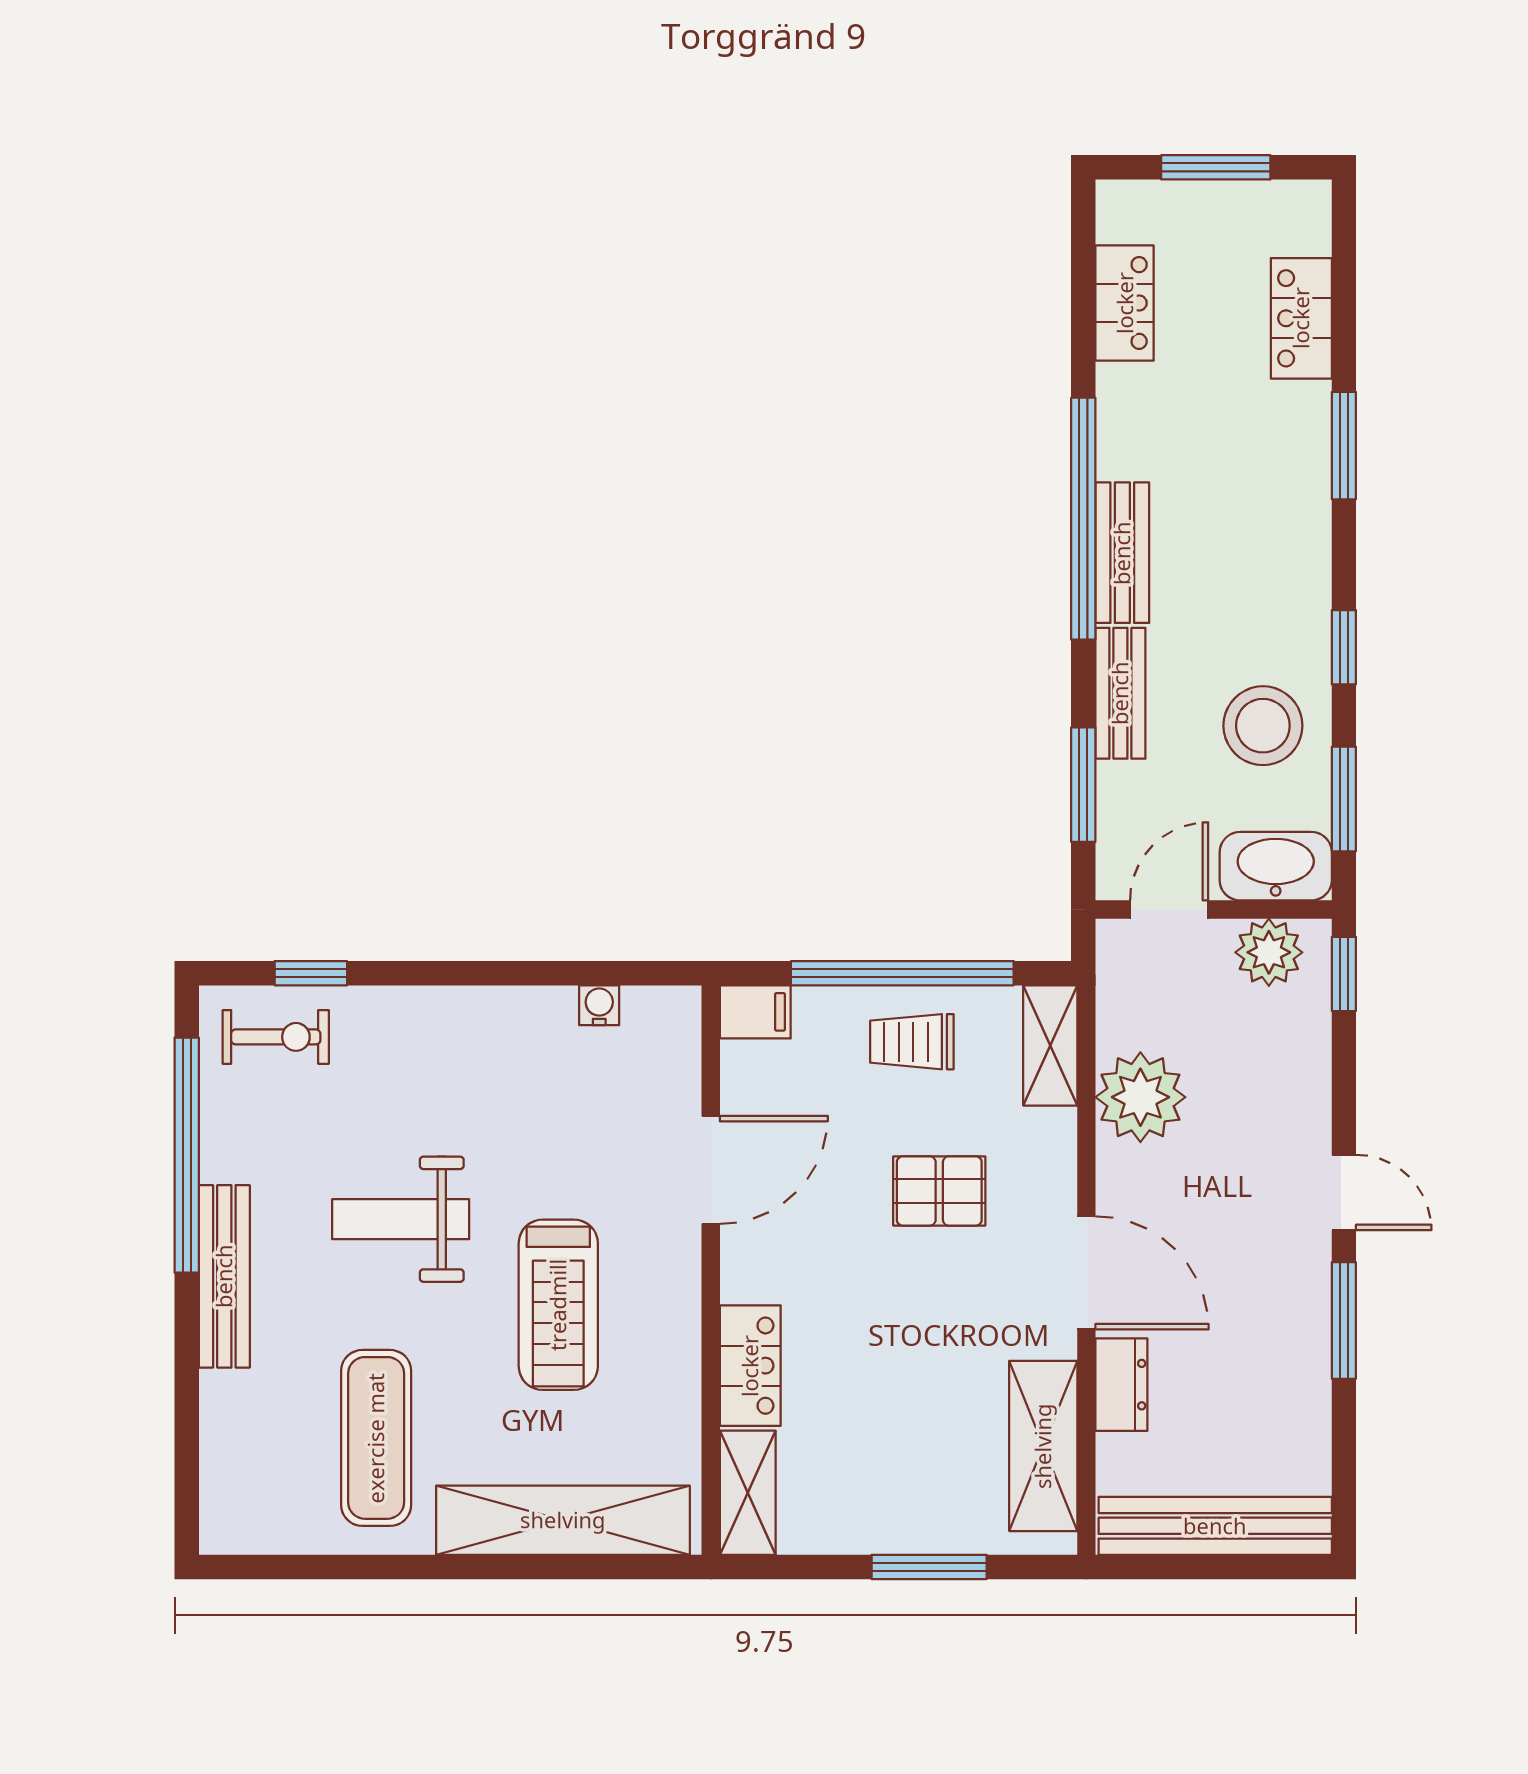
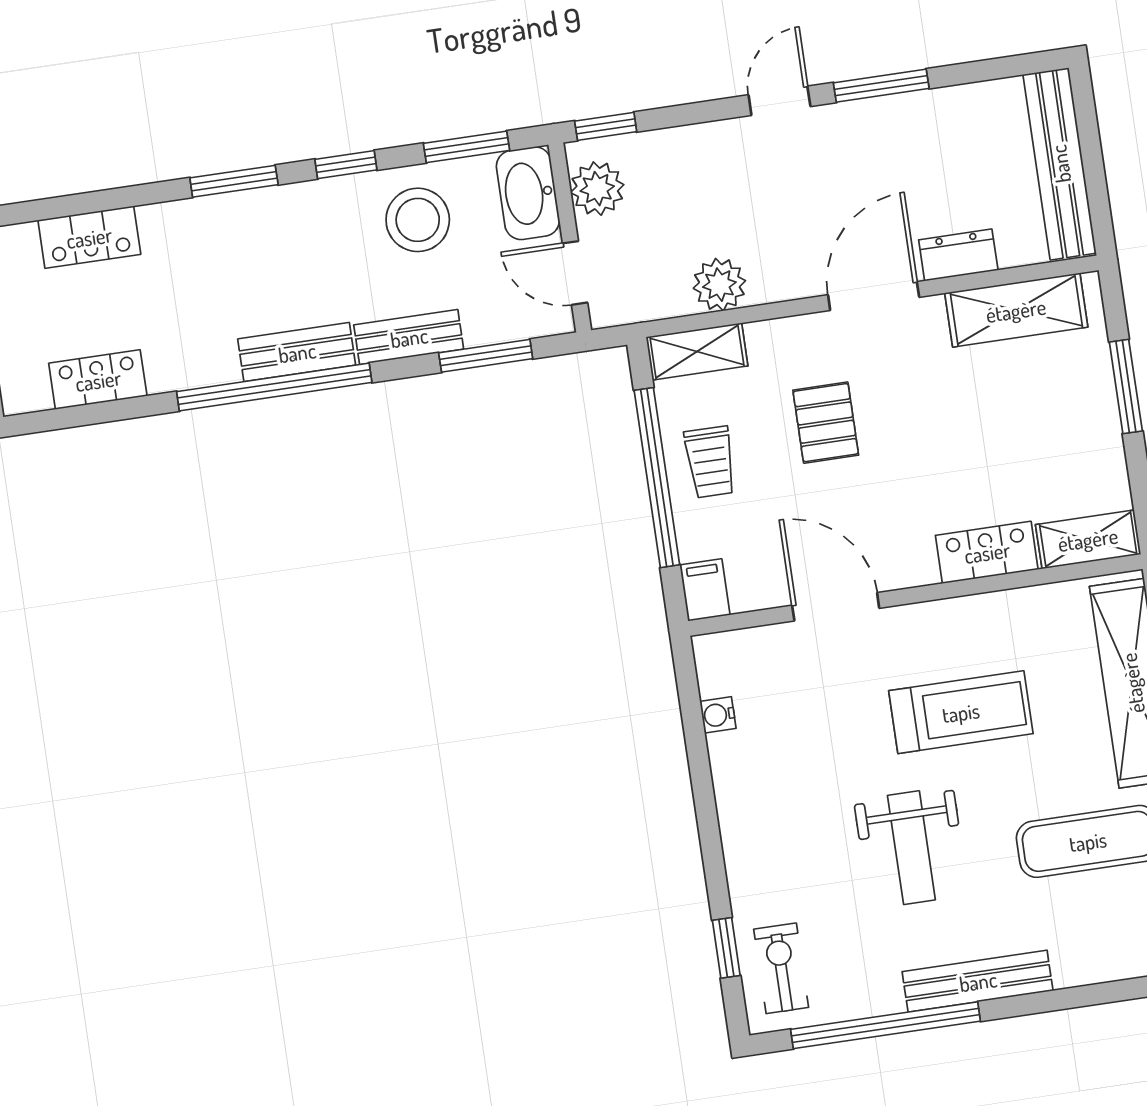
window: (1344, 446) -> (234, 181), moved
plant: (1140, 1097) -> (719, 285), width x0.73, depth x0.73

